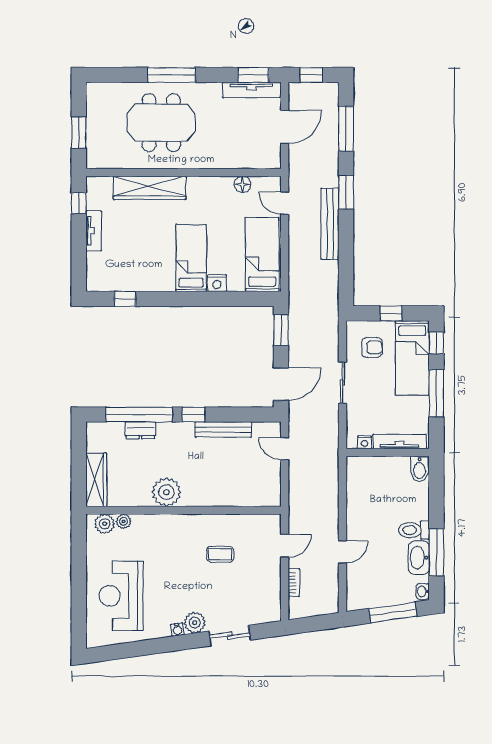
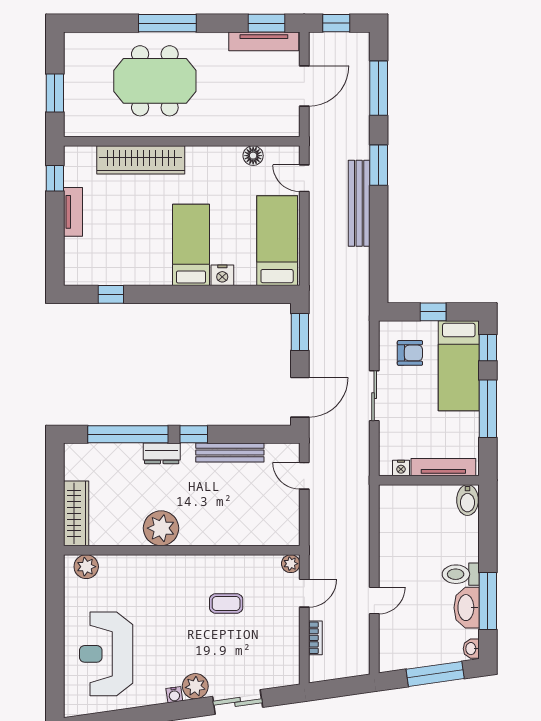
dresser: (140, 430) -> (162, 453), moved
plant: (124, 521) -> (291, 564), moved

